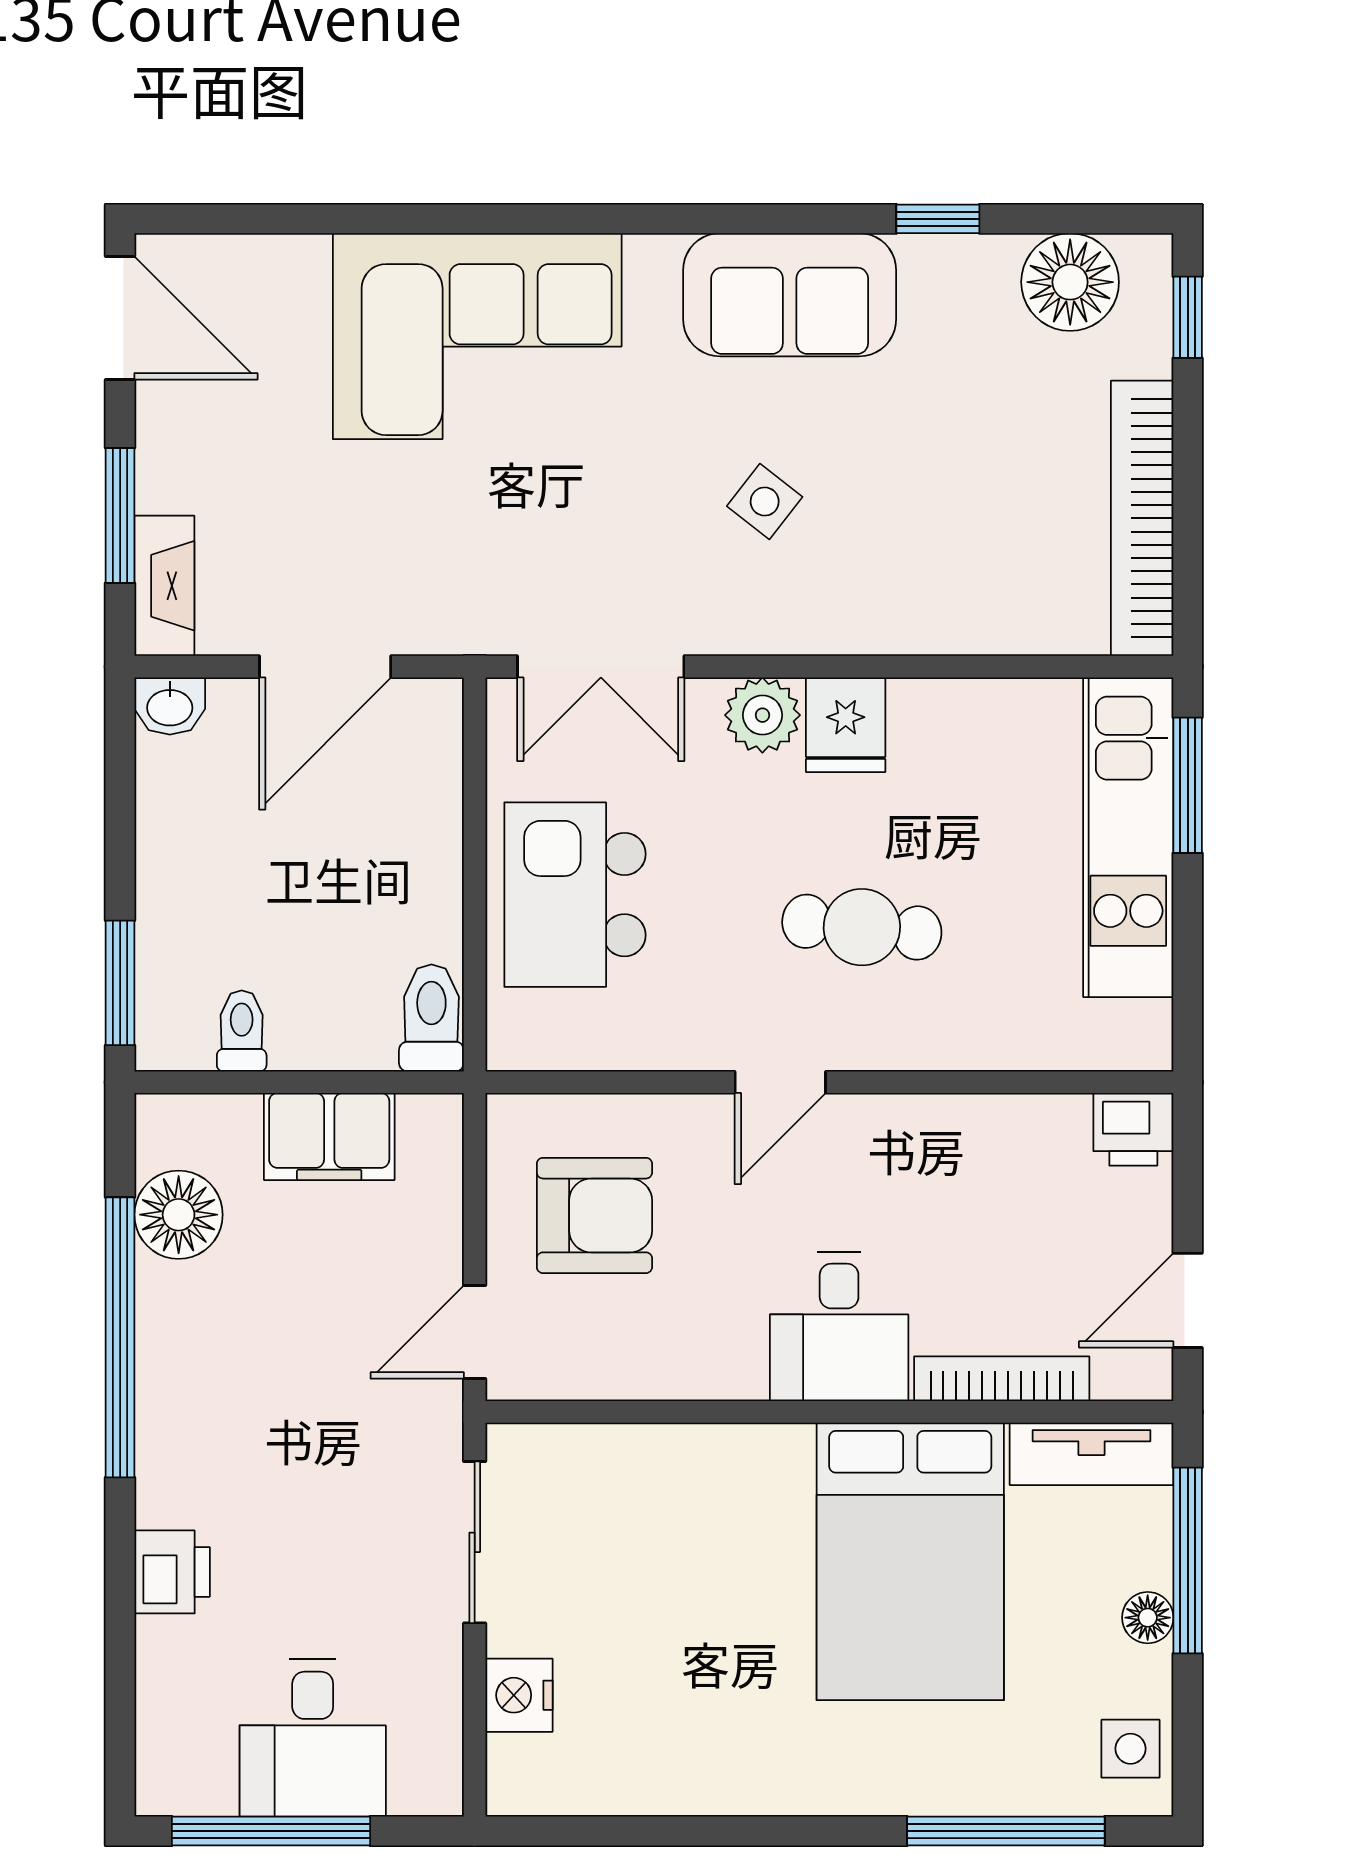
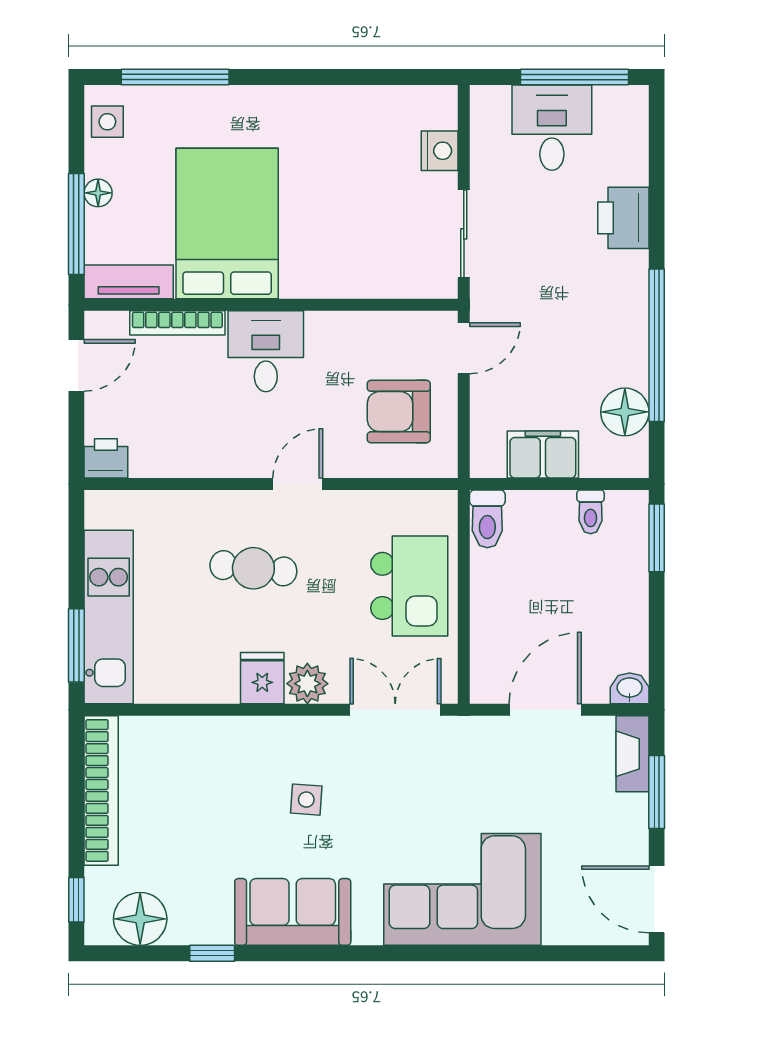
side table: (765, 502) -> (306, 800), turned -34
printer: (172, 1572) -> (623, 218), width x1.36, depth x1.24

